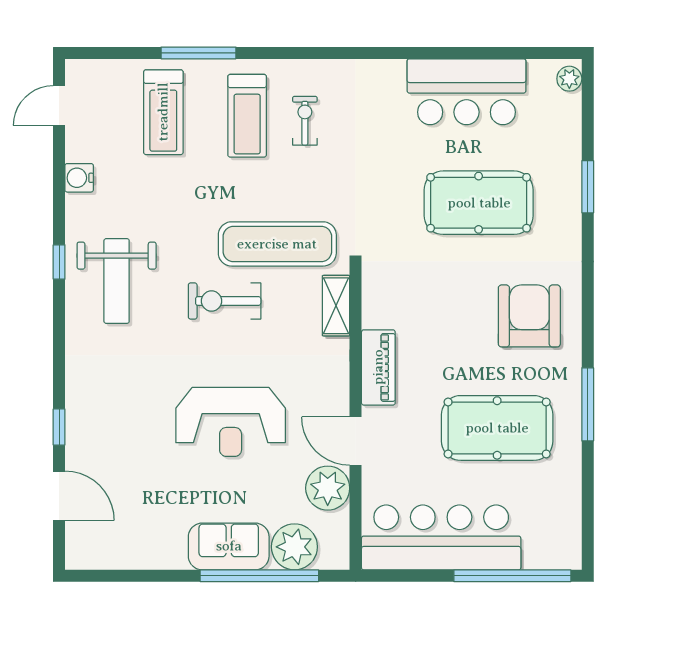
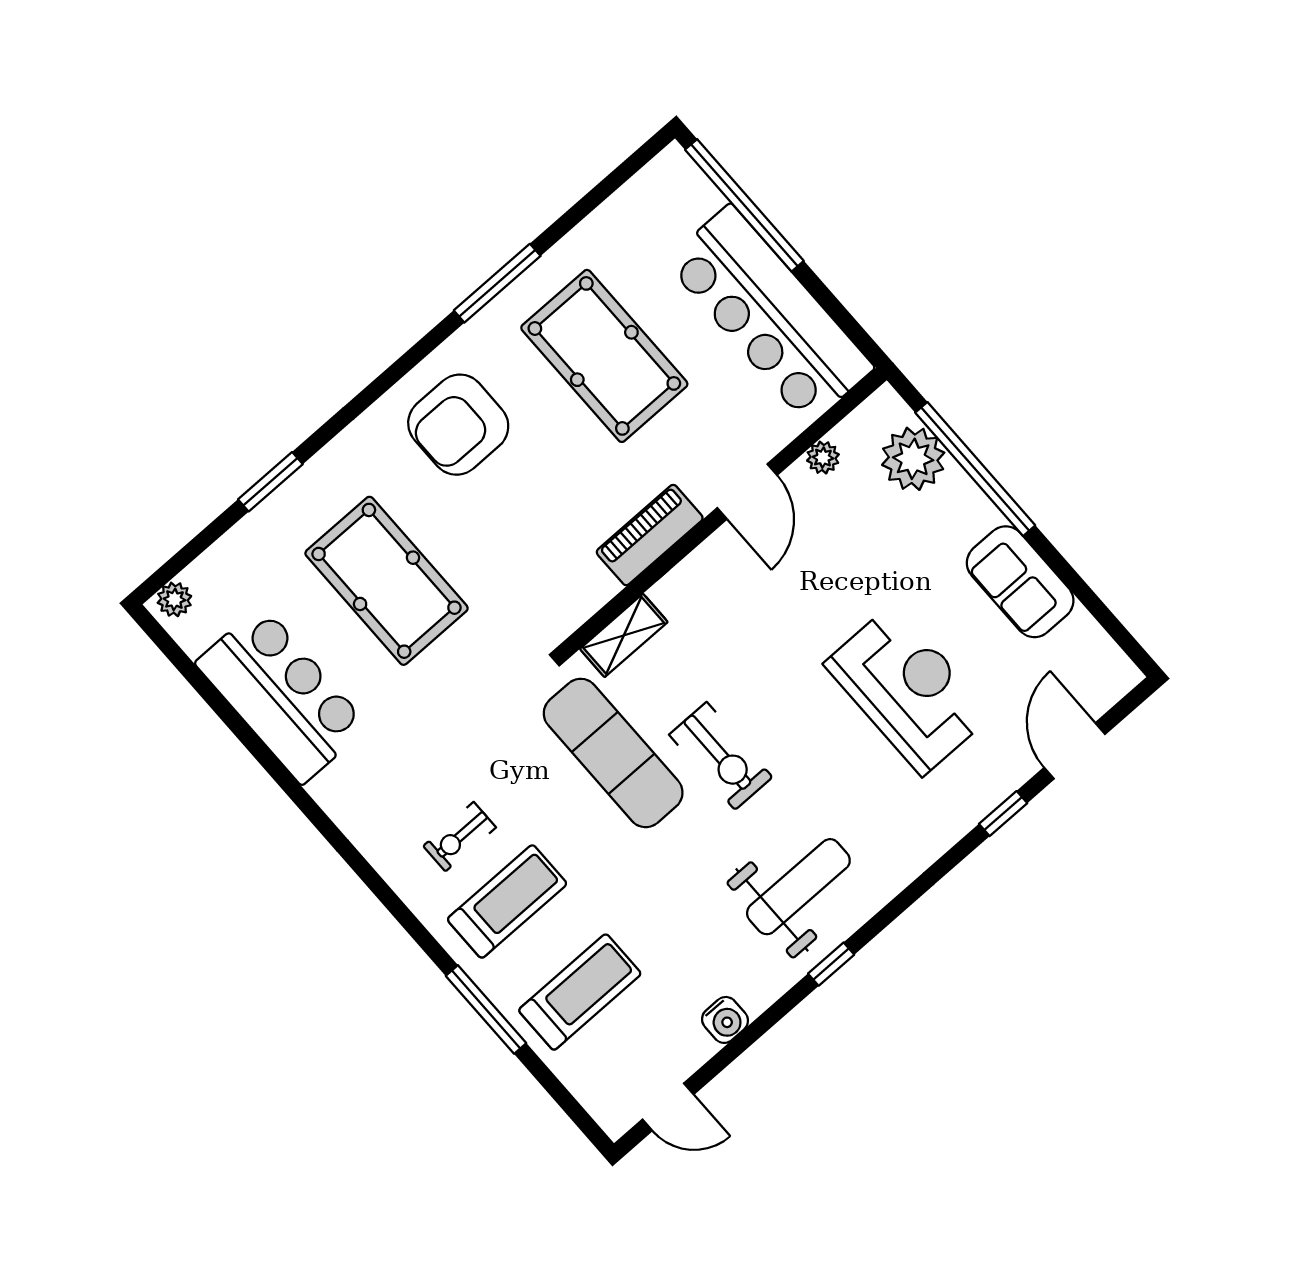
reception desk: (231, 422) -> (908, 689), moved
plant: (328, 488) -> (823, 458), width x0.53, depth x0.53
sofa: (229, 546) -> (1020, 582), moved

